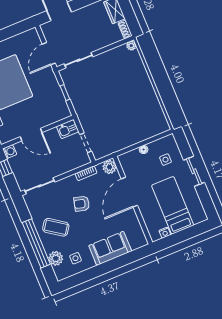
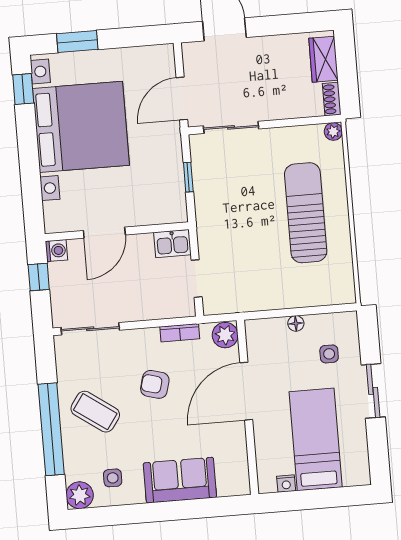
sun lounger: (130, 91) -> (306, 213), added
door: (31, 135) -> (104, 233), hinge flipped
plant: (56, 258) -> (80, 495), moved

